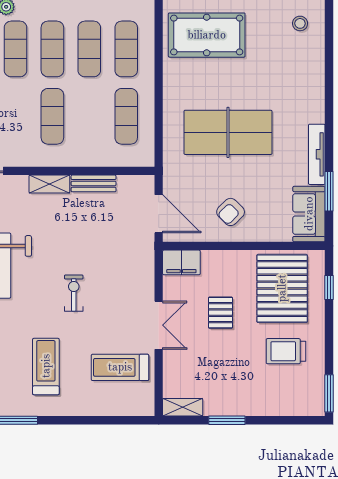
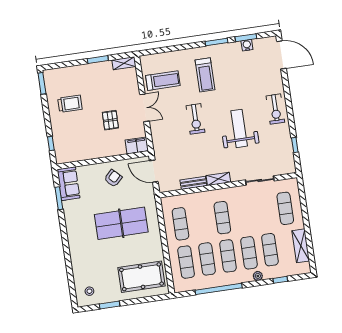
tv unit: (317, 154) -> (69, 218), removed
pallet: (282, 288) -> (77, 139), removed
exercise bike: (74, 293) -> (195, 119), width x1.38, depth x1.39
double door: (159, 325) -> (144, 108), swing flipped

